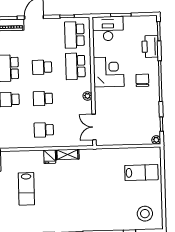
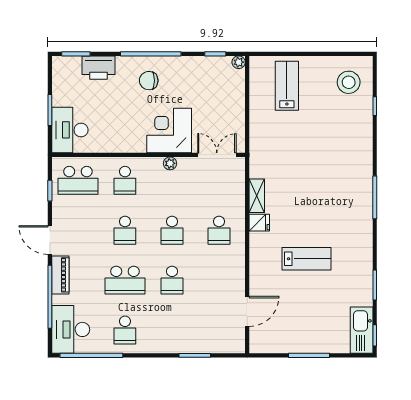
school desk: (75, 66) -> (125, 180), width x0.54
corner desk: (109, 72) -> (169, 131), moved
double door: (94, 127) -> (217, 155), swing flipped

